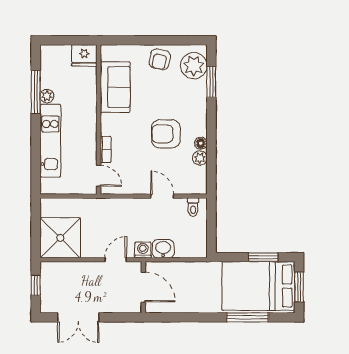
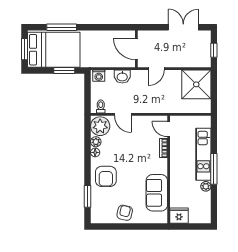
plant: (194, 66) -> (100, 126), moved
window: (36, 92) -> (214, 169), moved
armchair: (166, 134) -> (106, 176), moved, turned 90
washing machine: (143, 250) -> (99, 76), moved
window: (263, 257) -> (64, 71), moved

